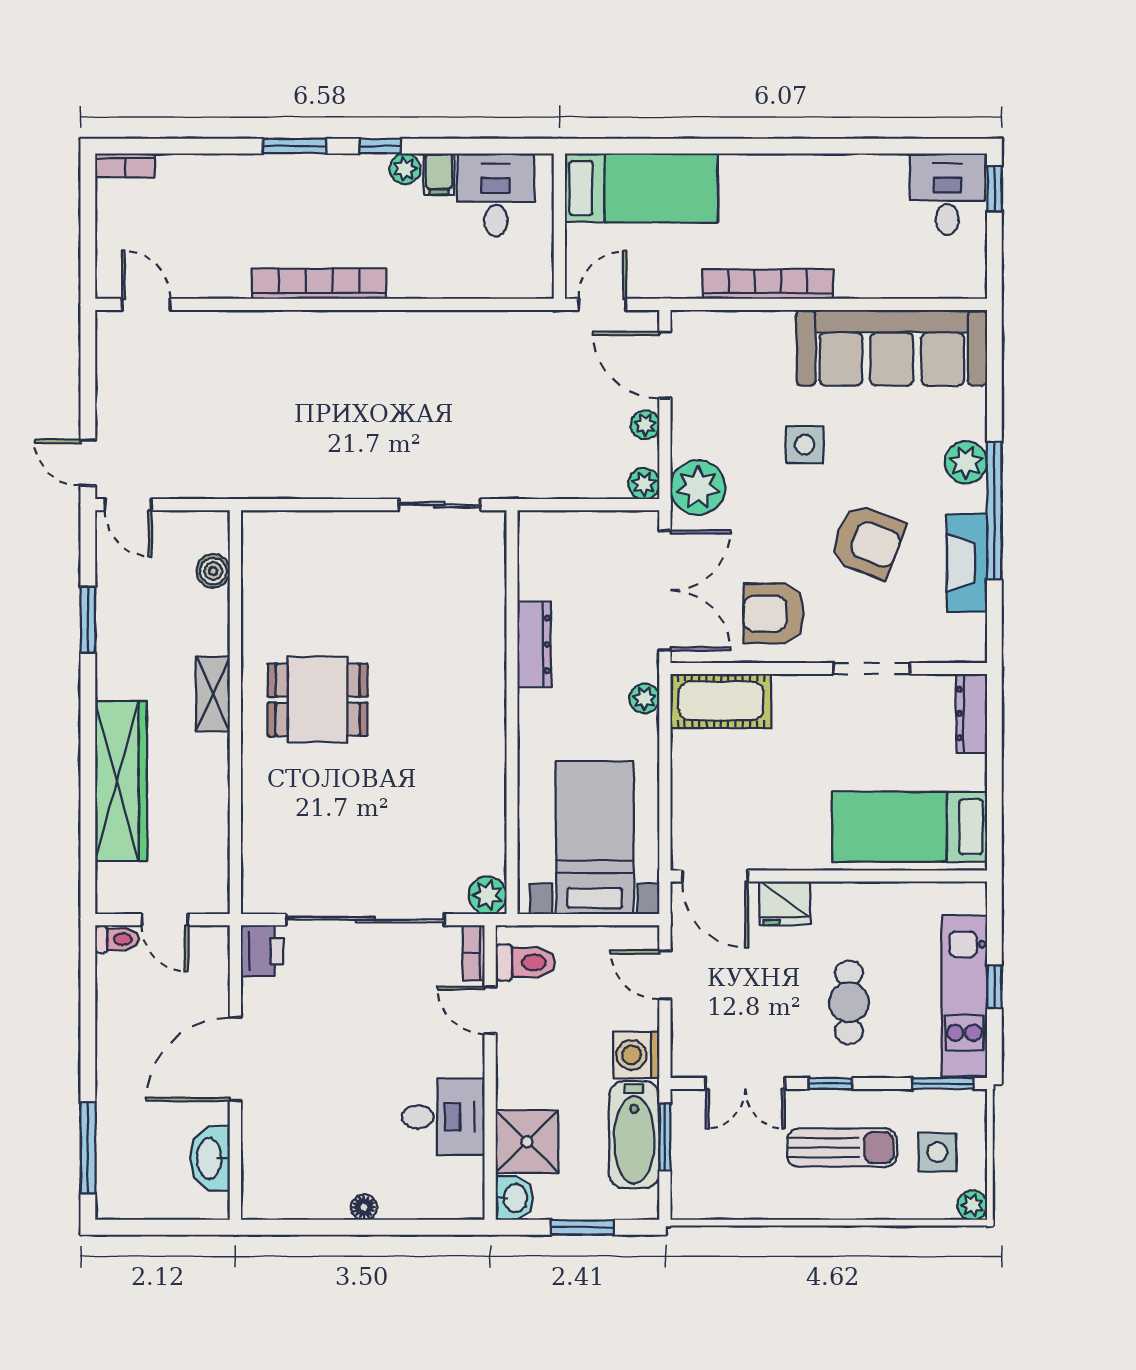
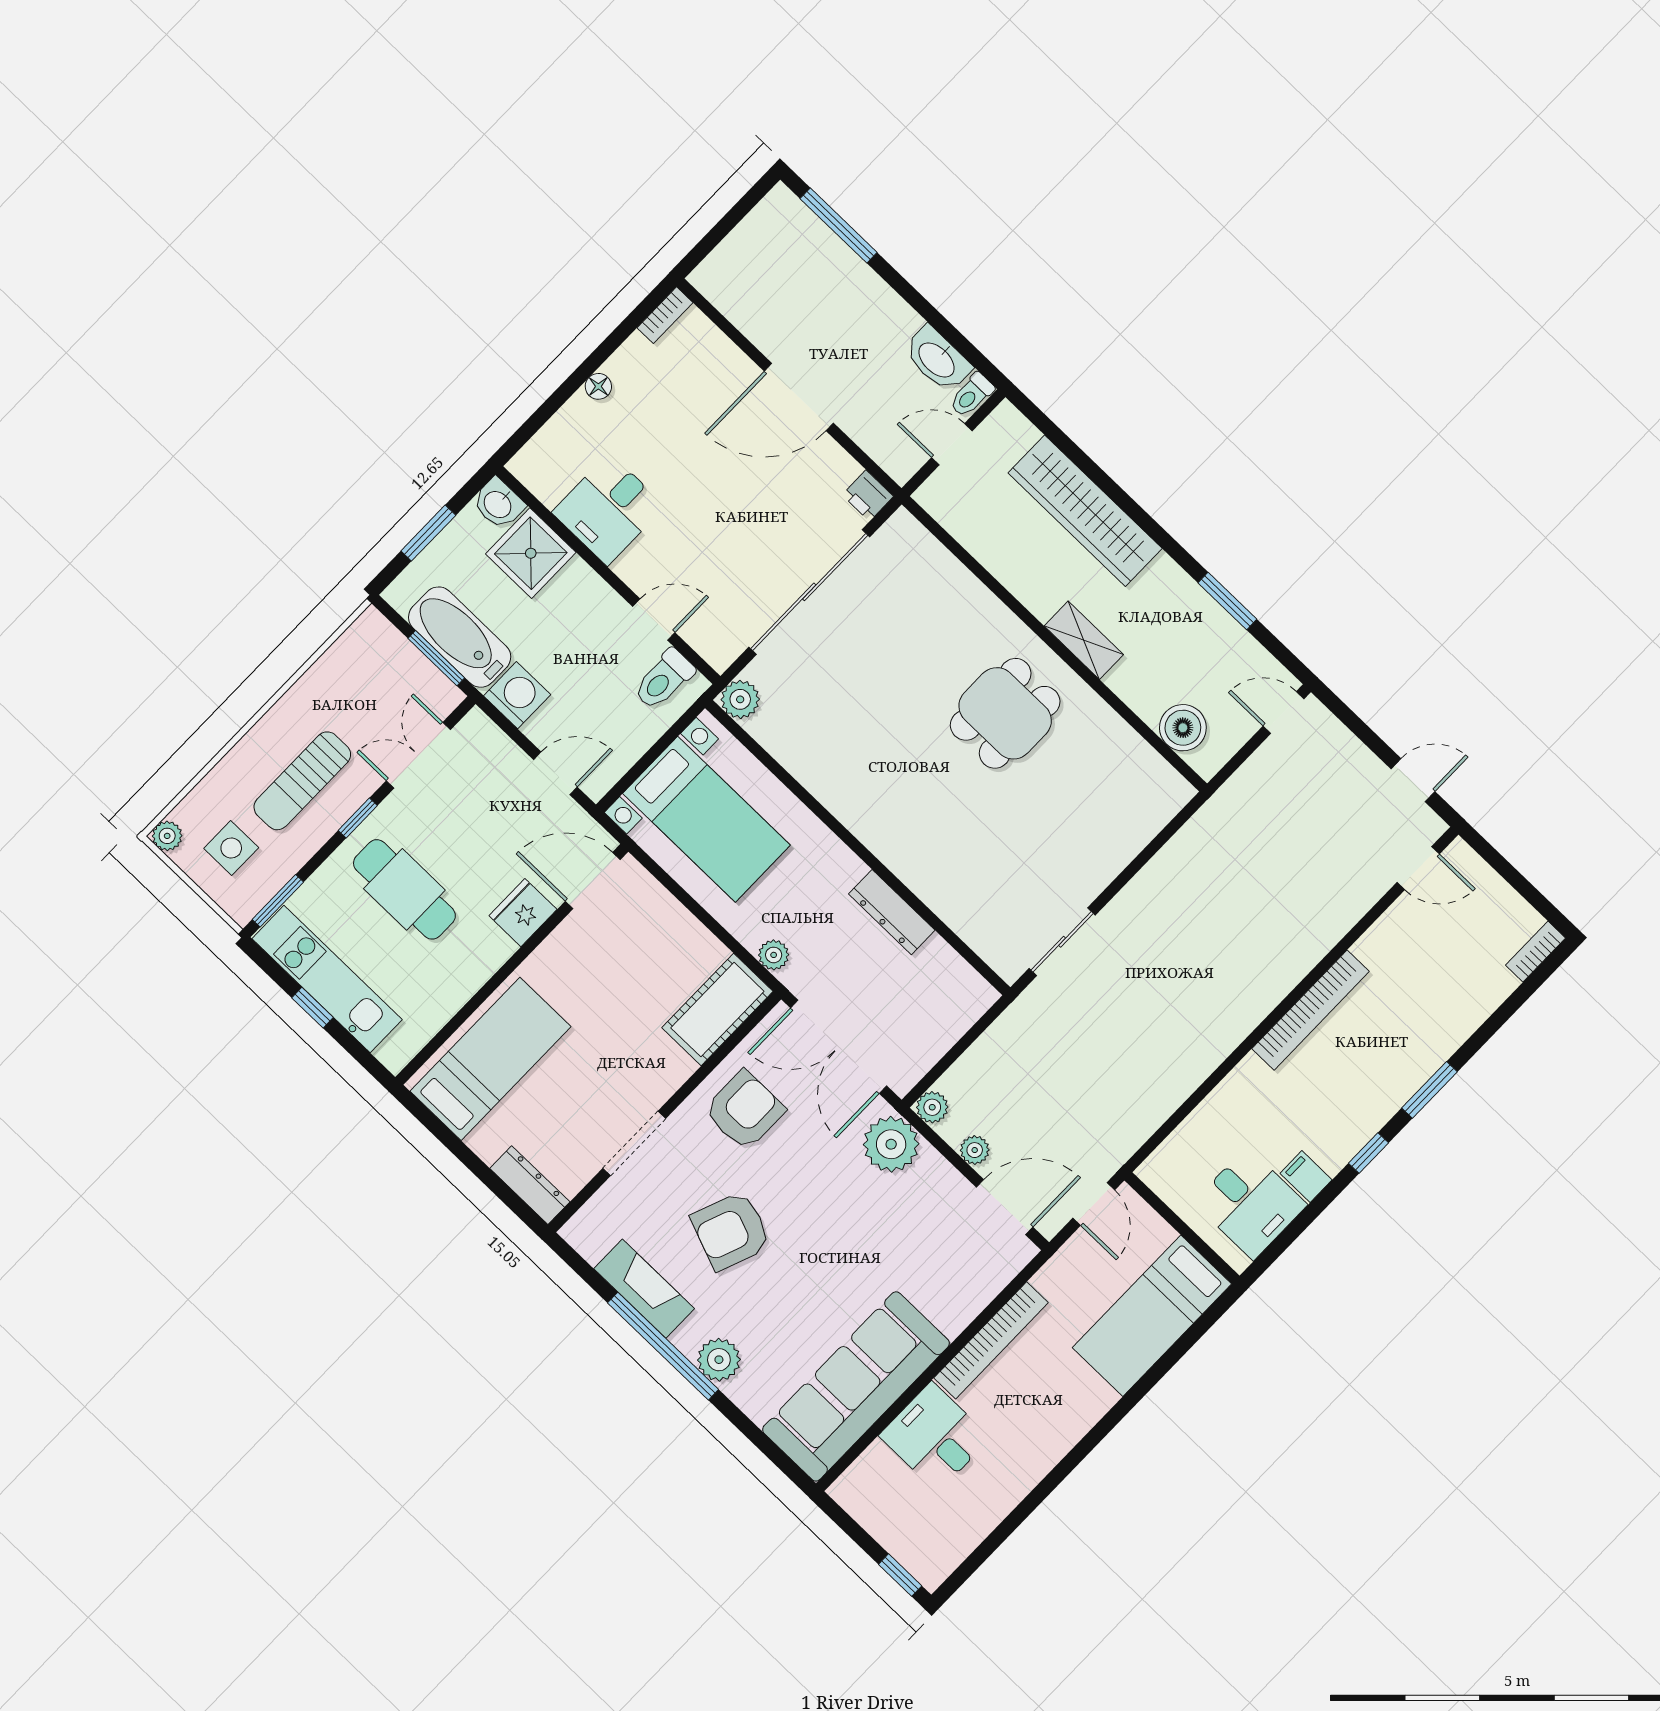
plant: (405, 169) -> (1334, 1155), removed
desk: (947, 194) -> (935, 1437), moved, turned 180
side table: (805, 445) -> (847, 1253), removed
door: (88, 463) -> (1413, 780), moved
boiler: (213, 571) -> (1183, 728), width x1.36, depth x1.36
printer: (262, 951) -> (868, 496), width x0.73, depth x0.81
bookcase: (474, 953) -> (665, 315), moved, turned 90
cafe table: (849, 1002) -> (404, 889), width x1.37, depth x1.35
door: (235, 1059) -> (799, 397), swing flipped
washbasin: (210, 1158) -> (937, 359), moved, turned 180

